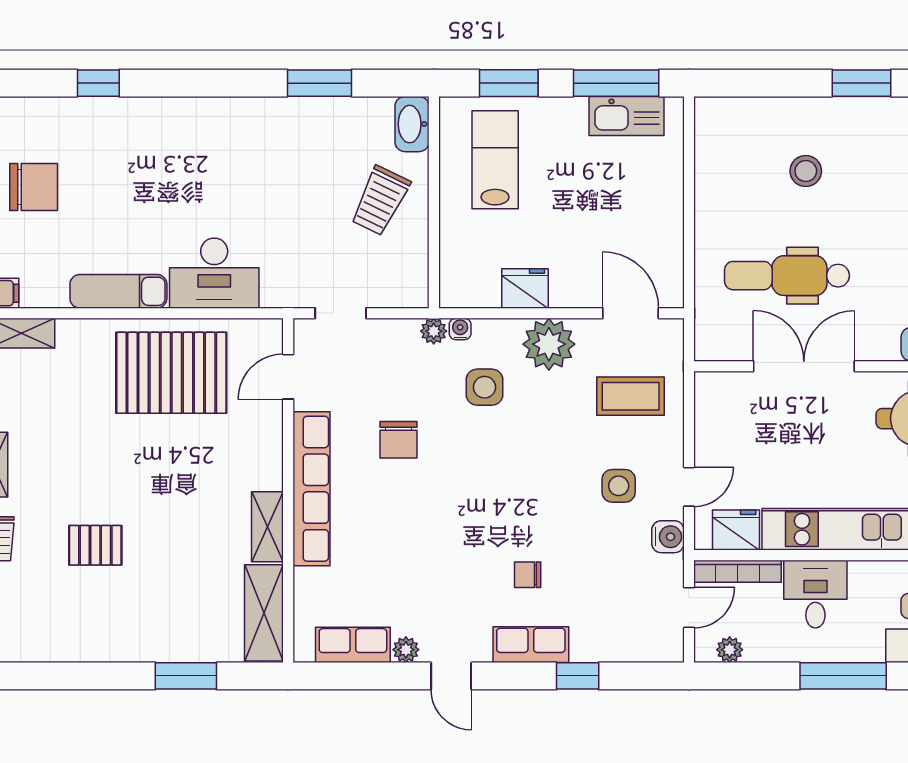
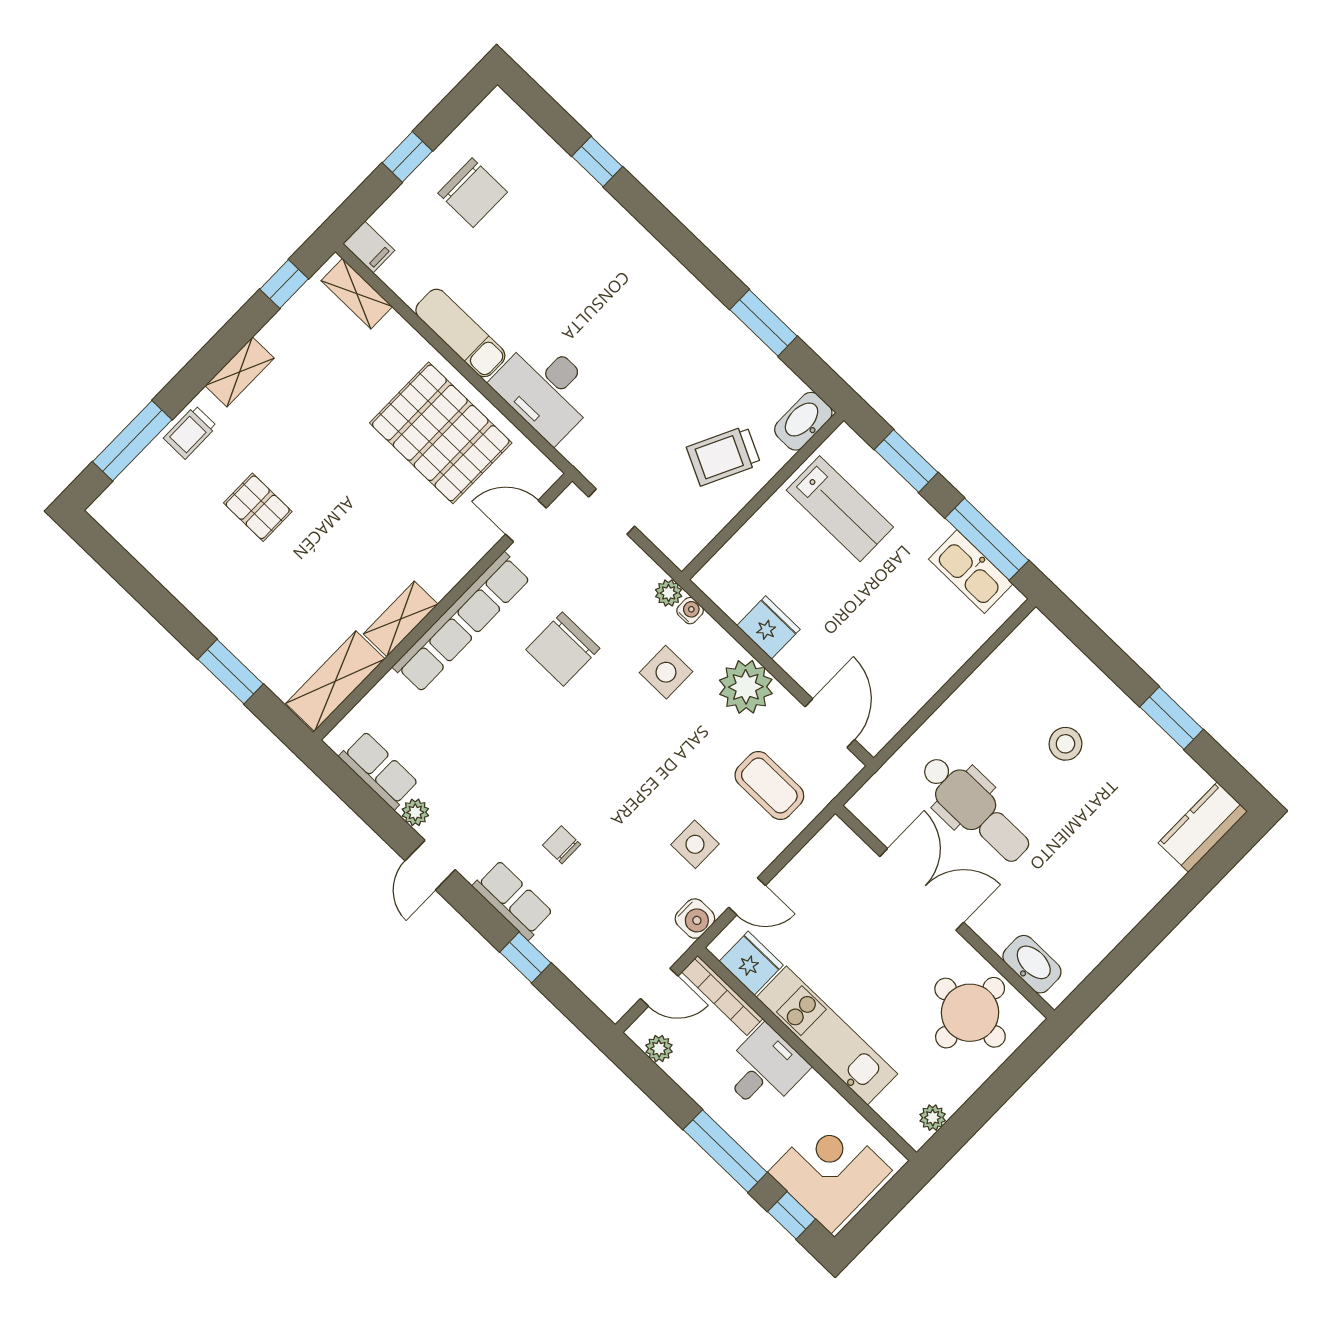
lab bench: (495, 160) -> (840, 509), turned 90
dental chair: (787, 276) -> (975, 809), turned 180
chair: (399, 440) -> (563, 649), width x1.37, depth x1.37

